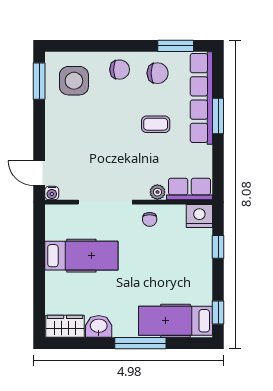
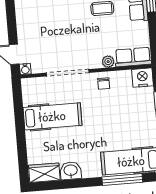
window: (140, 343) -> (122, 180), moved

